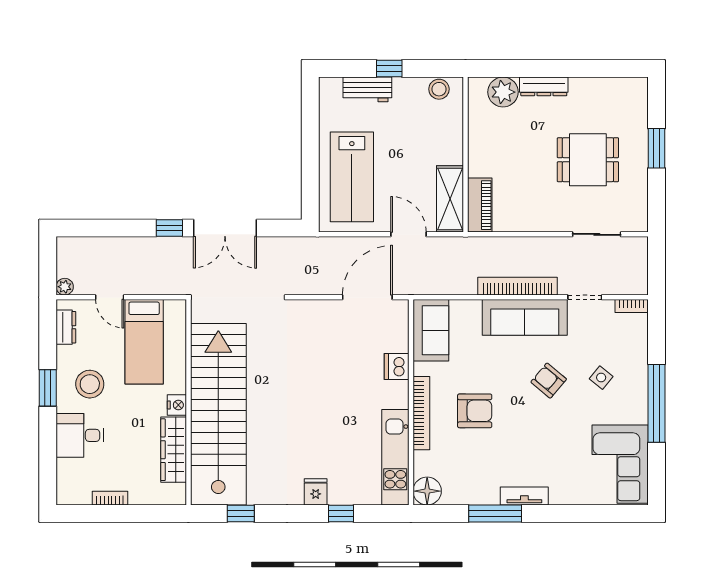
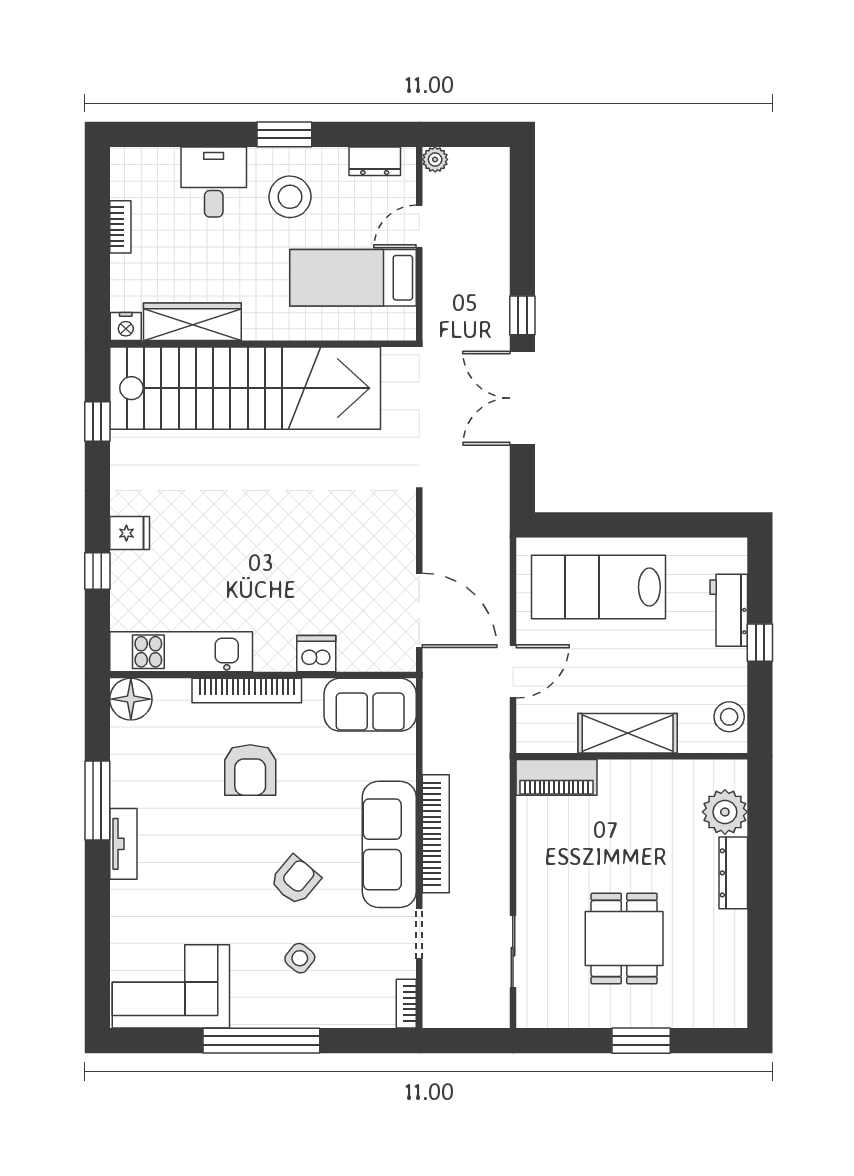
shelving: (450, 199) -> (628, 733), moved
nightstand: (177, 405) -> (126, 326), moved

